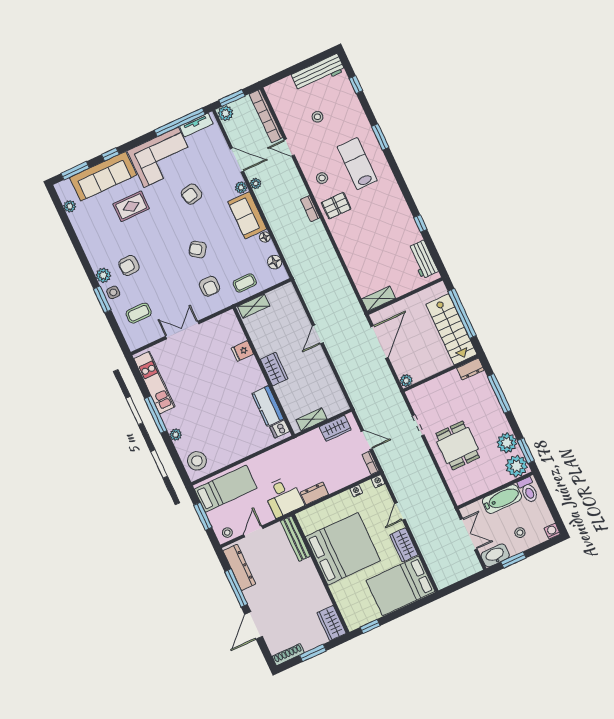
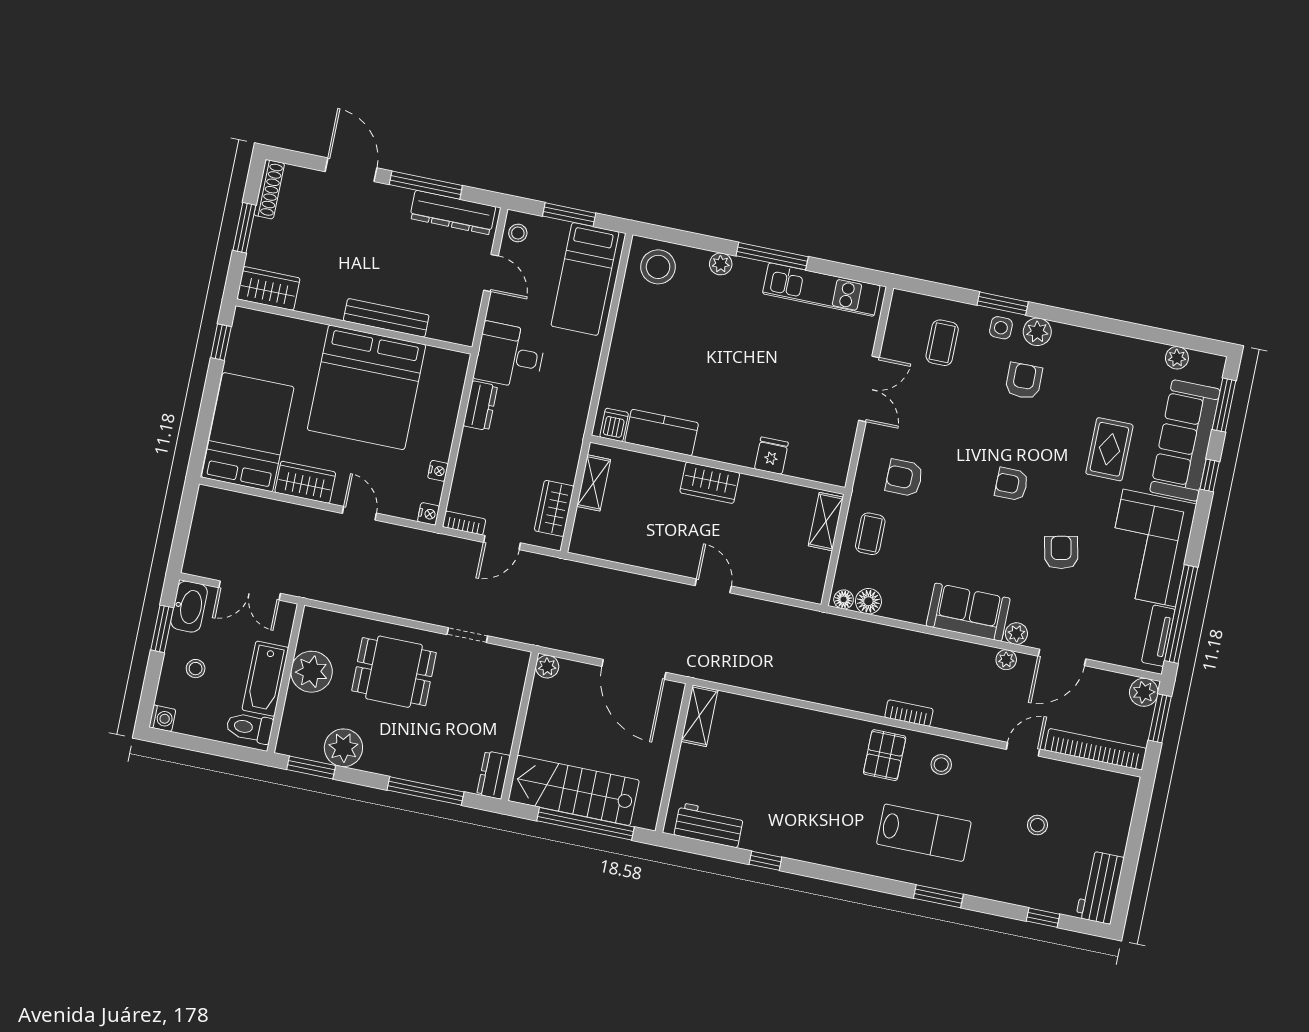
workbench: (318, 73) -> (1100, 887), width x0.73
floor lamp: (265, 237) -> (844, 599), moved
armchair: (198, 250) -> (1011, 484), moved, turned -125
plant: (517, 466) -> (312, 672), moved
bench: (295, 539) -> (386, 318), moved

